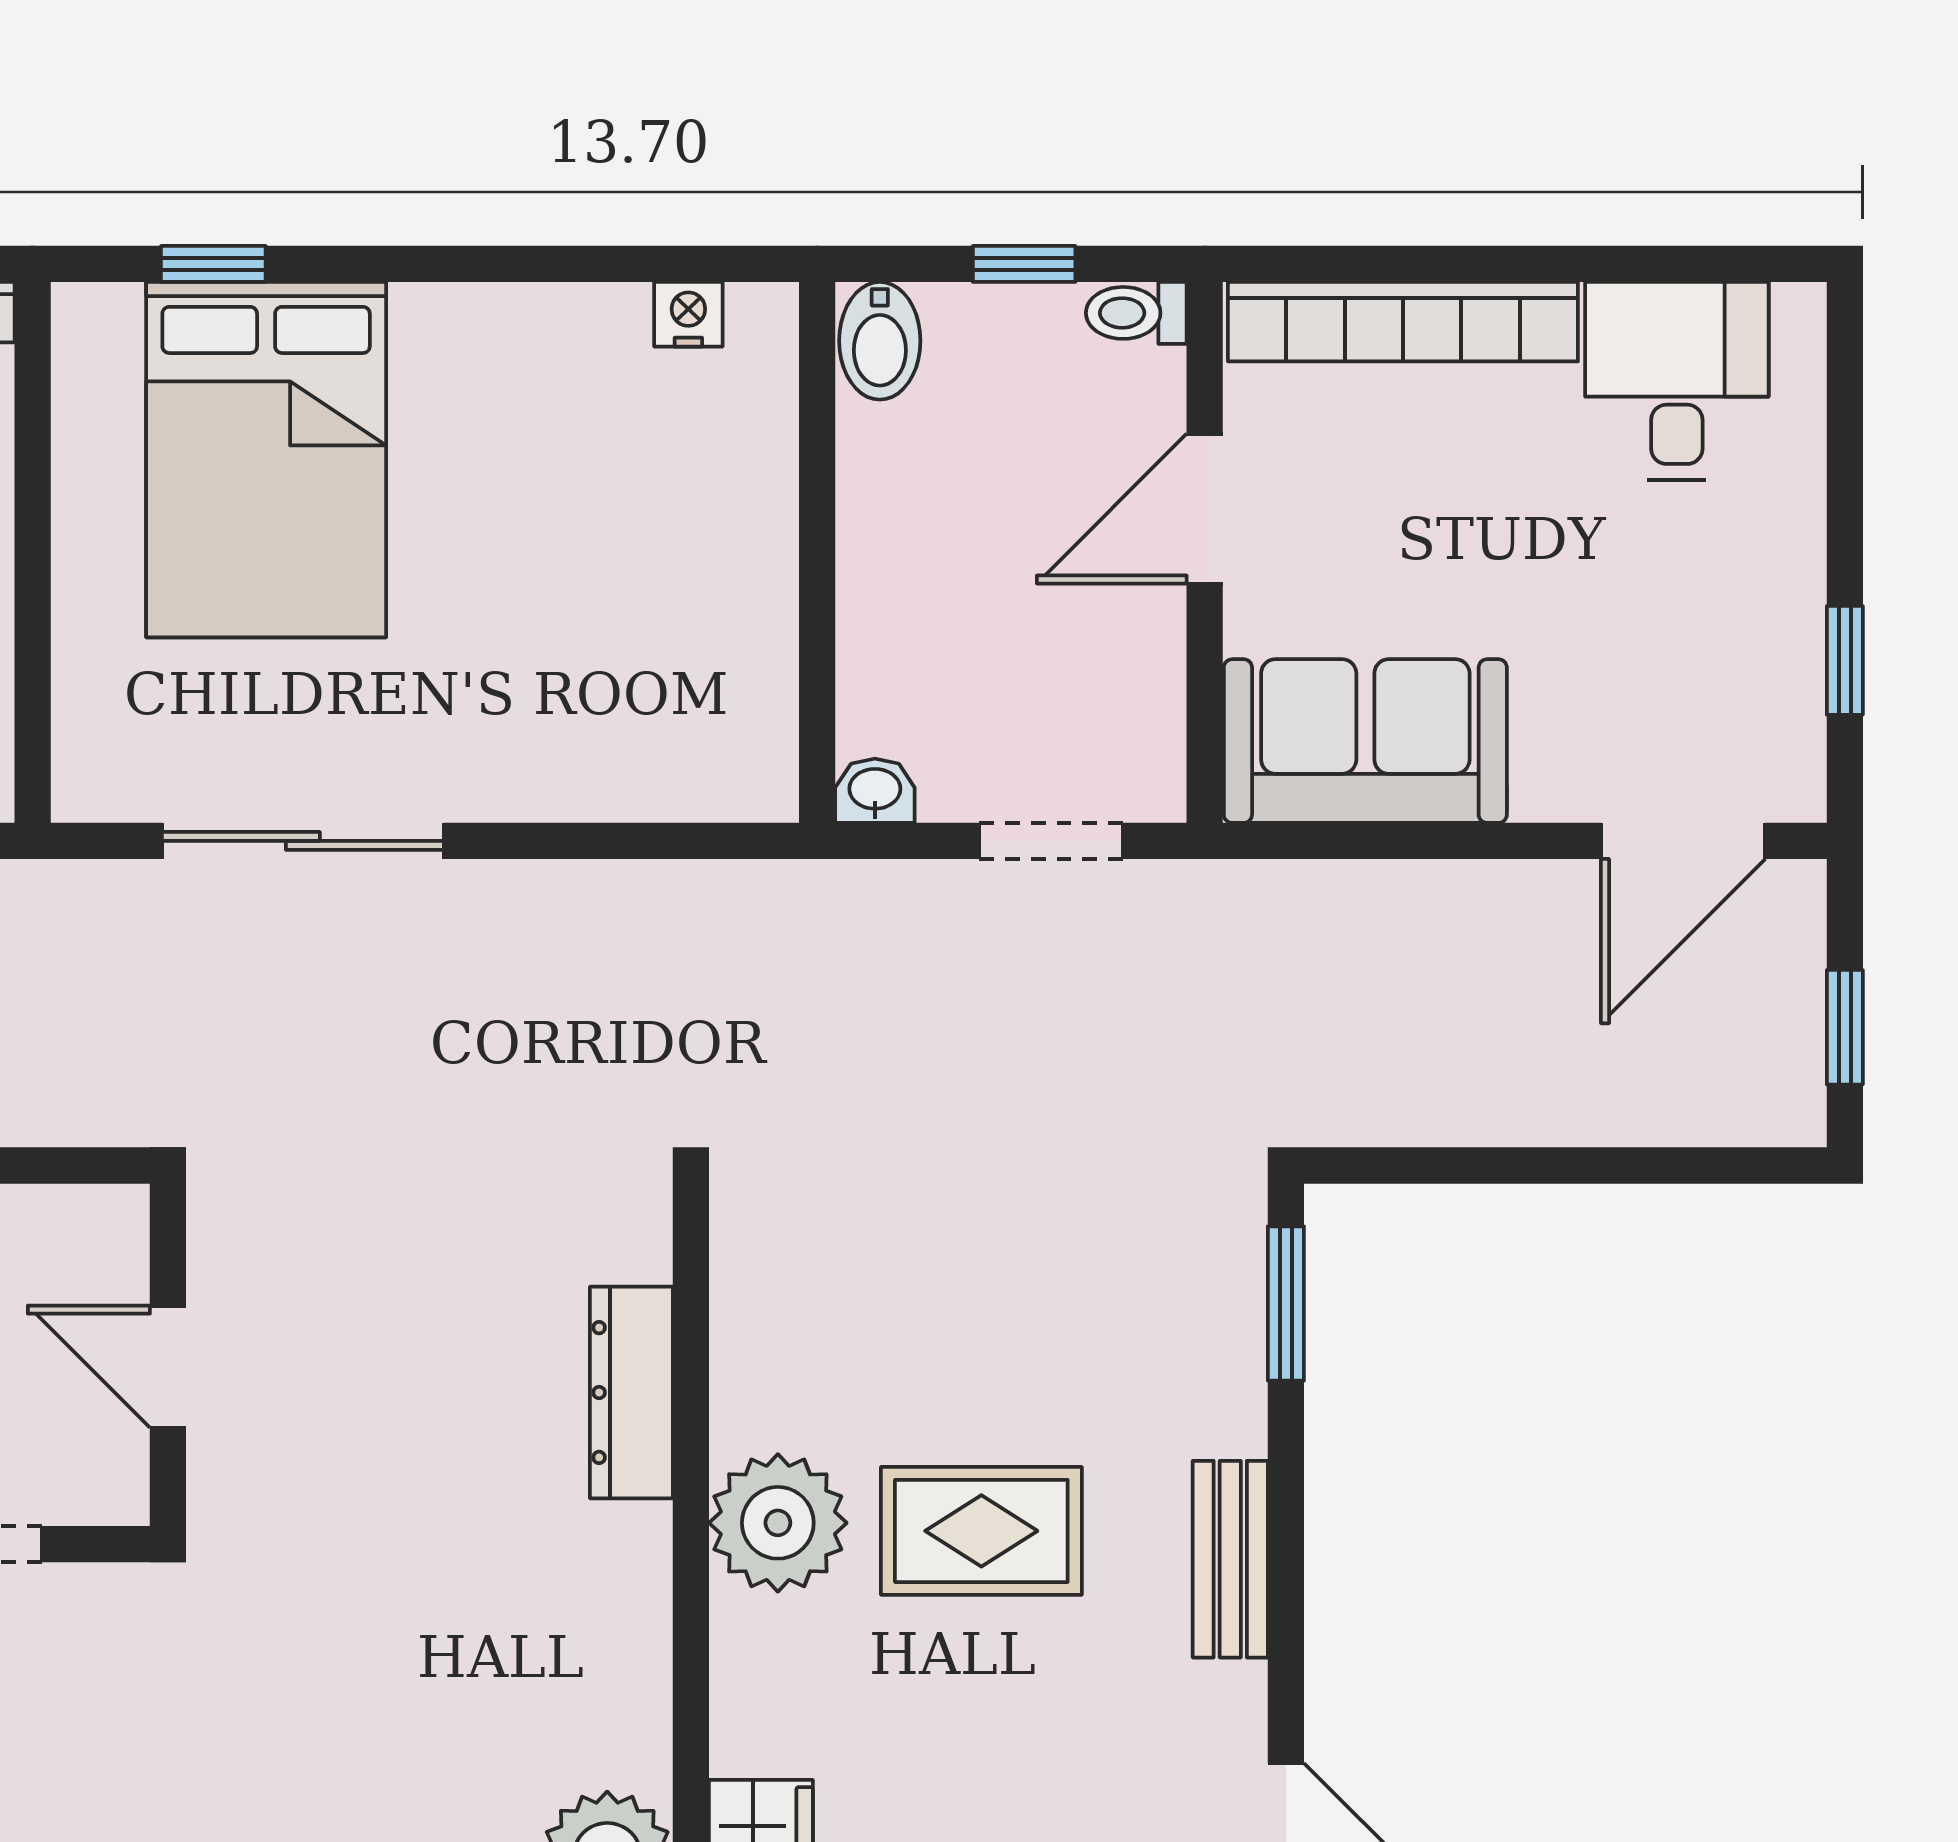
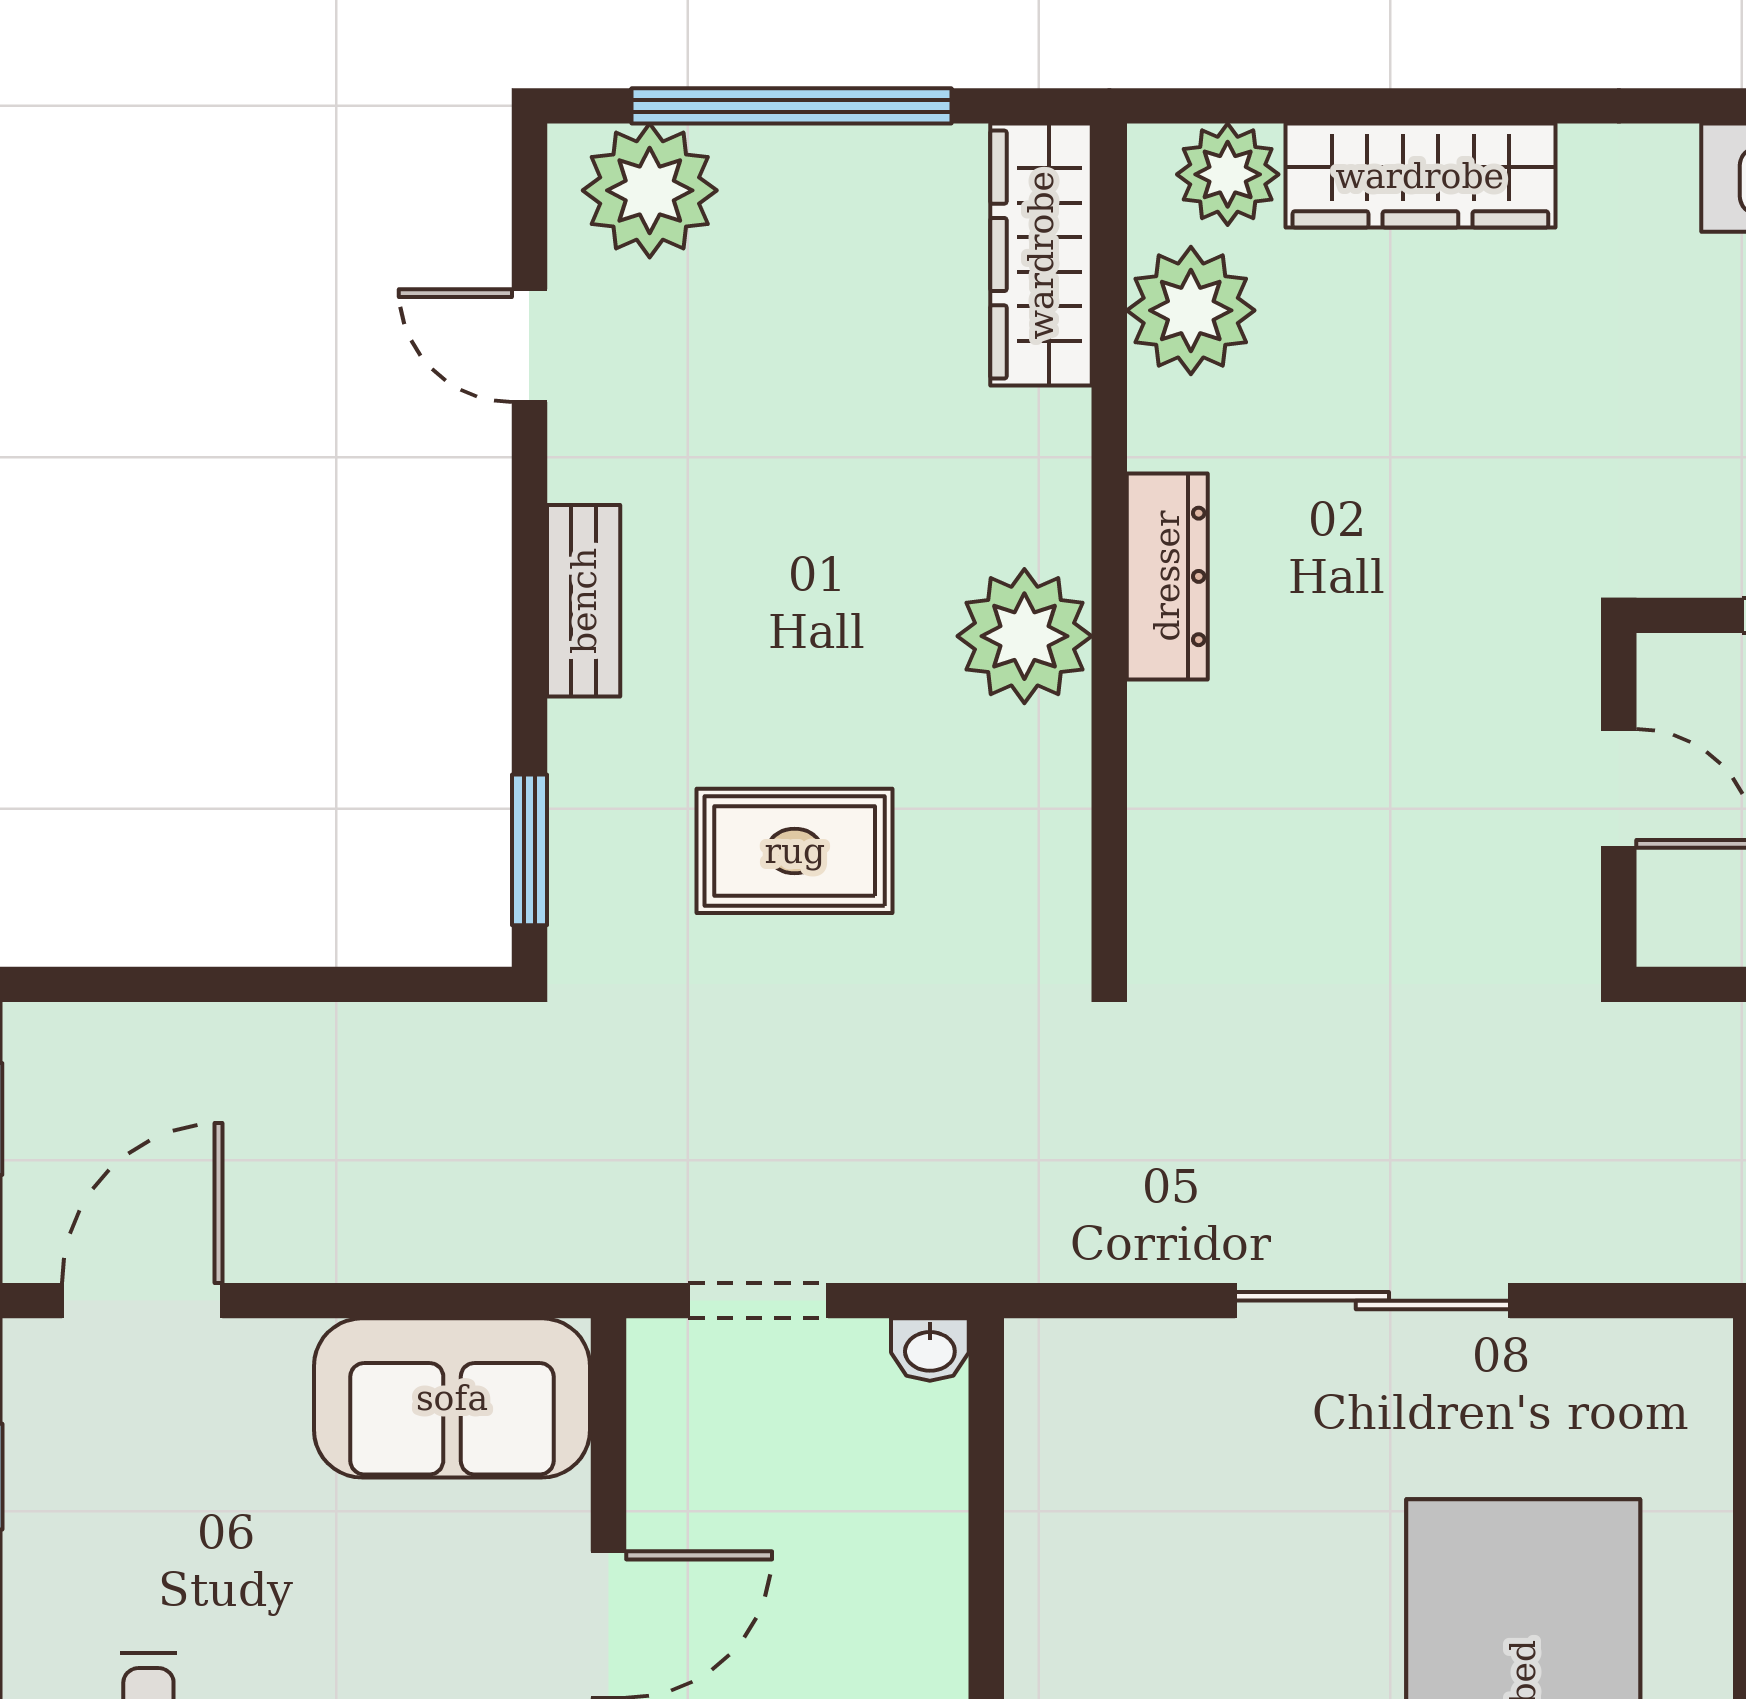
sliding door: (303, 841) -> (1372, 1301), moved
dresser: (631, 1393) -> (1167, 576), moved
rug: (981, 1531) -> (795, 851), moved

